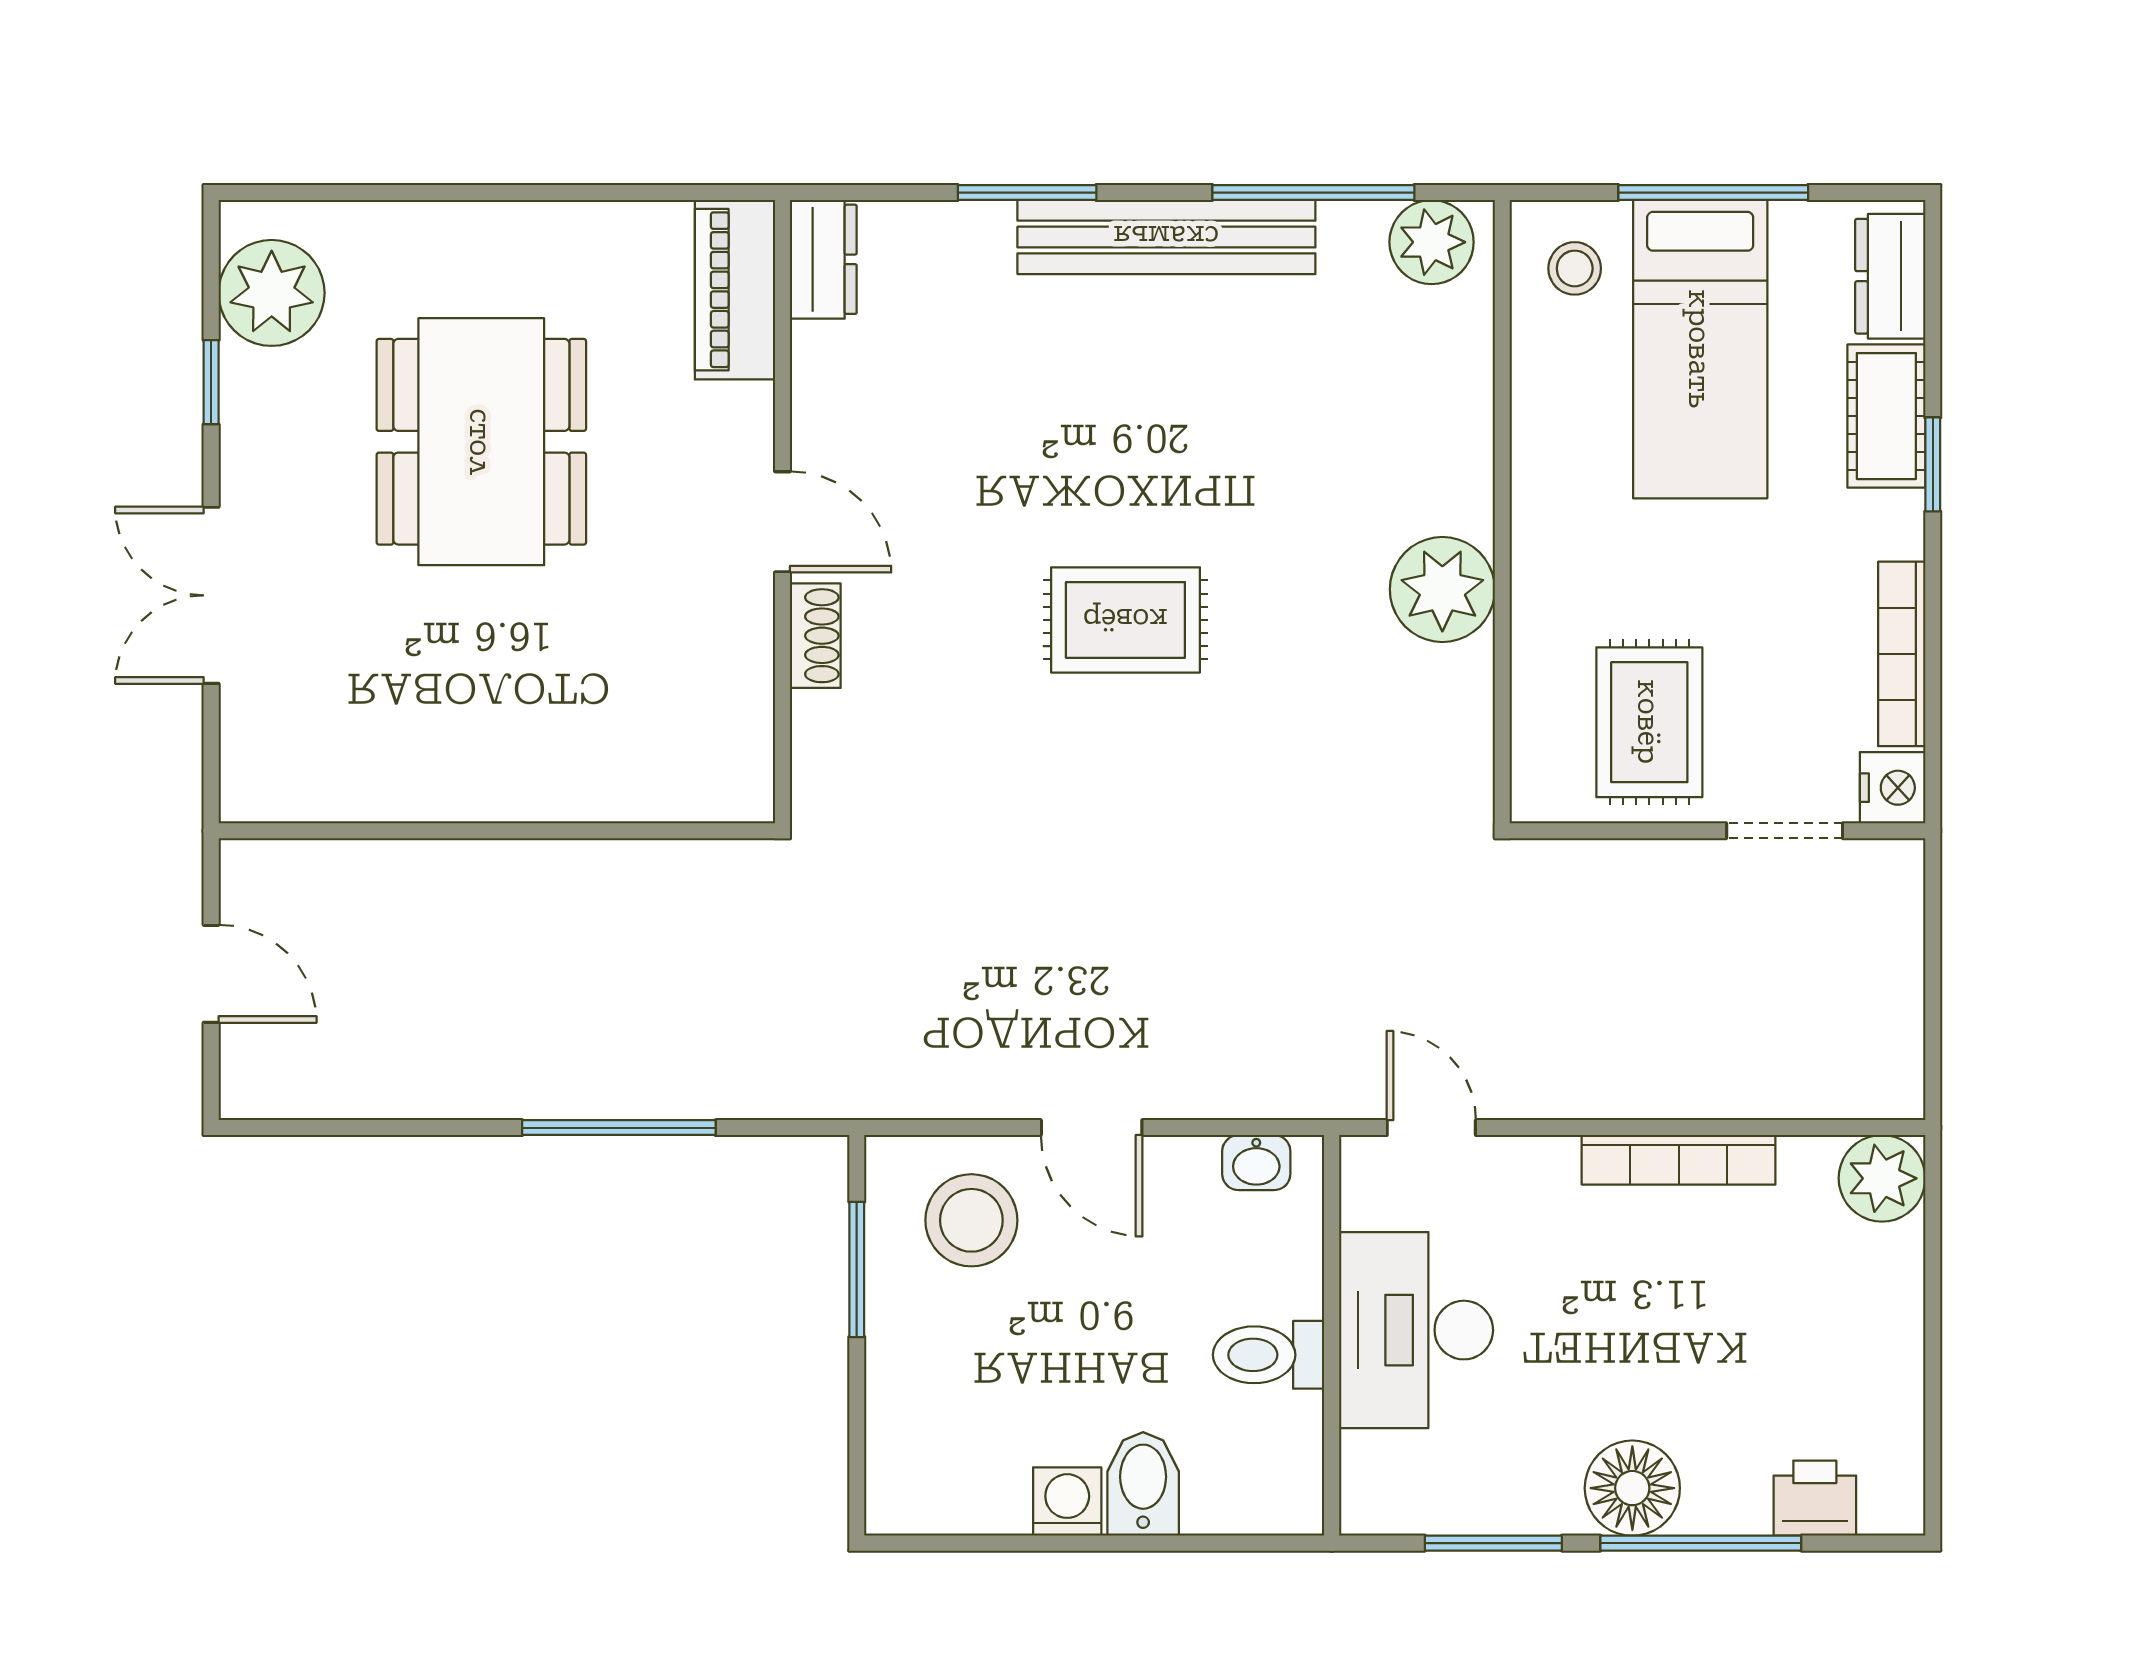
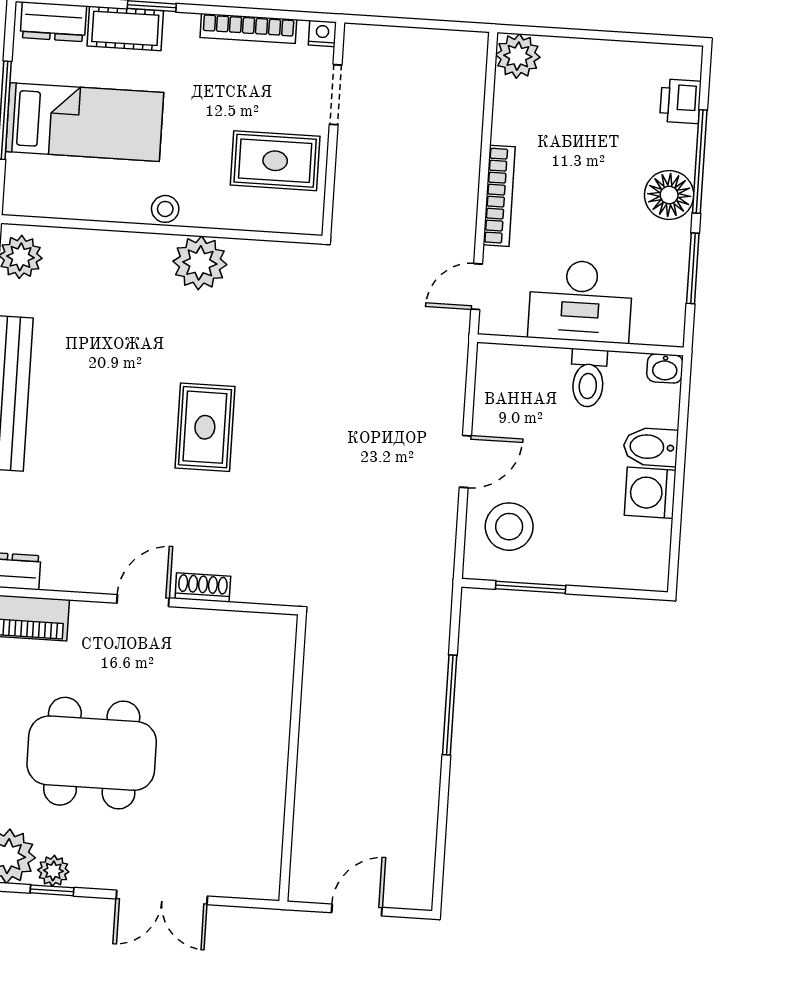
stool: (1575, 268) -> (165, 209), moved
plant: (249, 382) -> (53, 871), added
nightstand: (1893, 788) -> (322, 34), width x0.72, depth x0.74
bookcase: (1679, 1160) -> (499, 196), moved
washbasin: (1256, 1163) -> (665, 368), moved, turned 90
washing machine: (1067, 1502) -> (650, 493), width x1.38, depth x1.38

